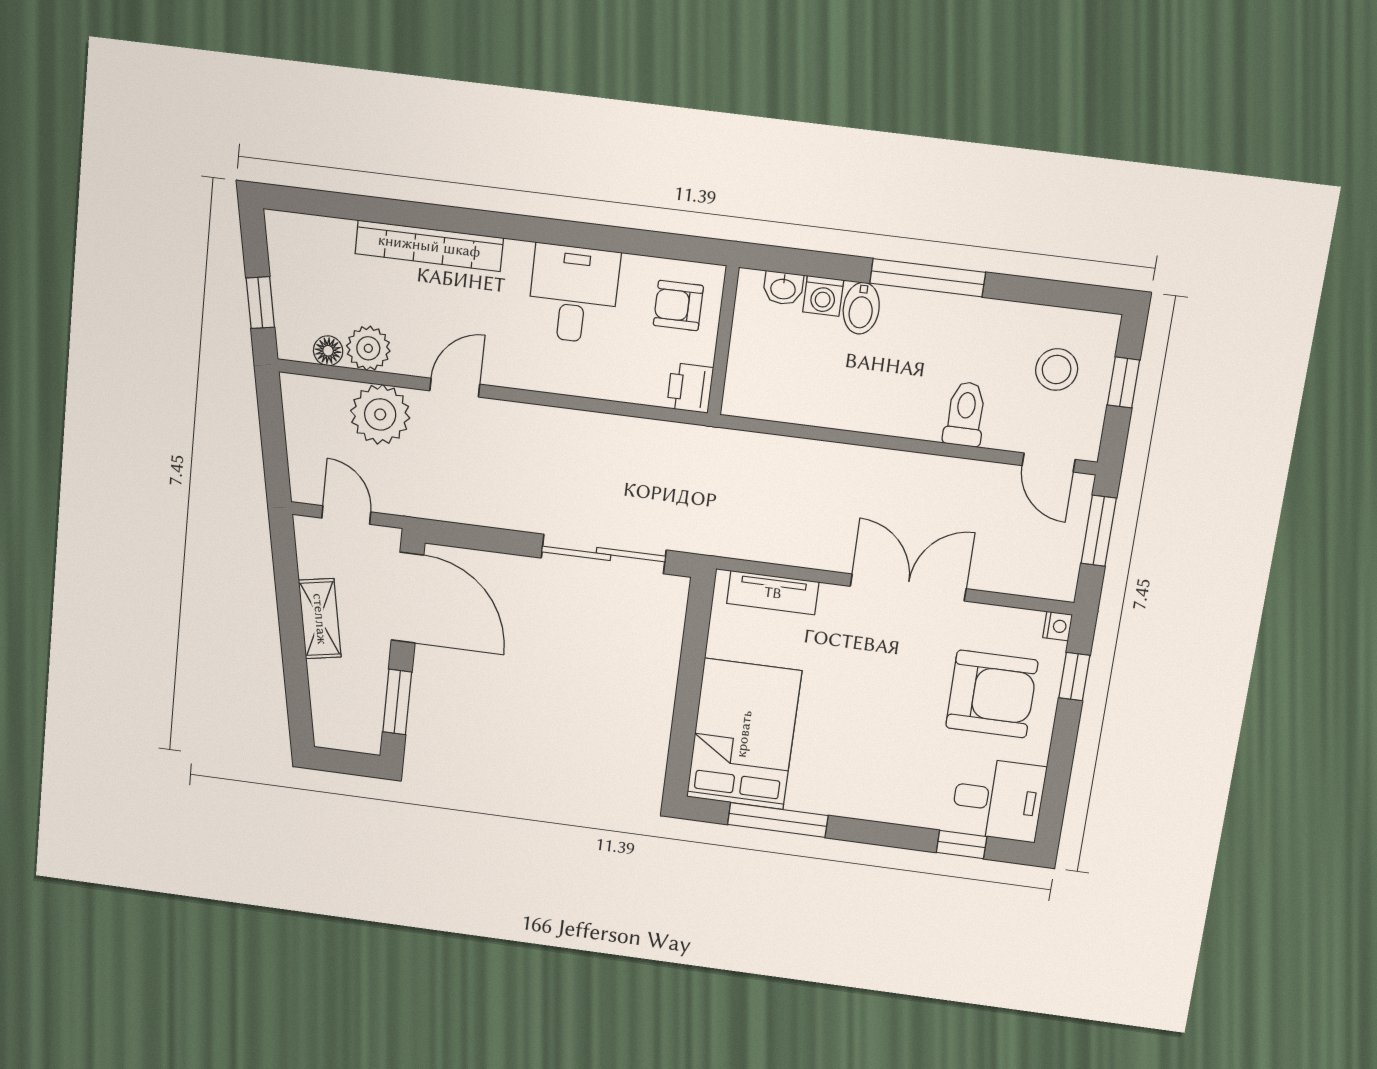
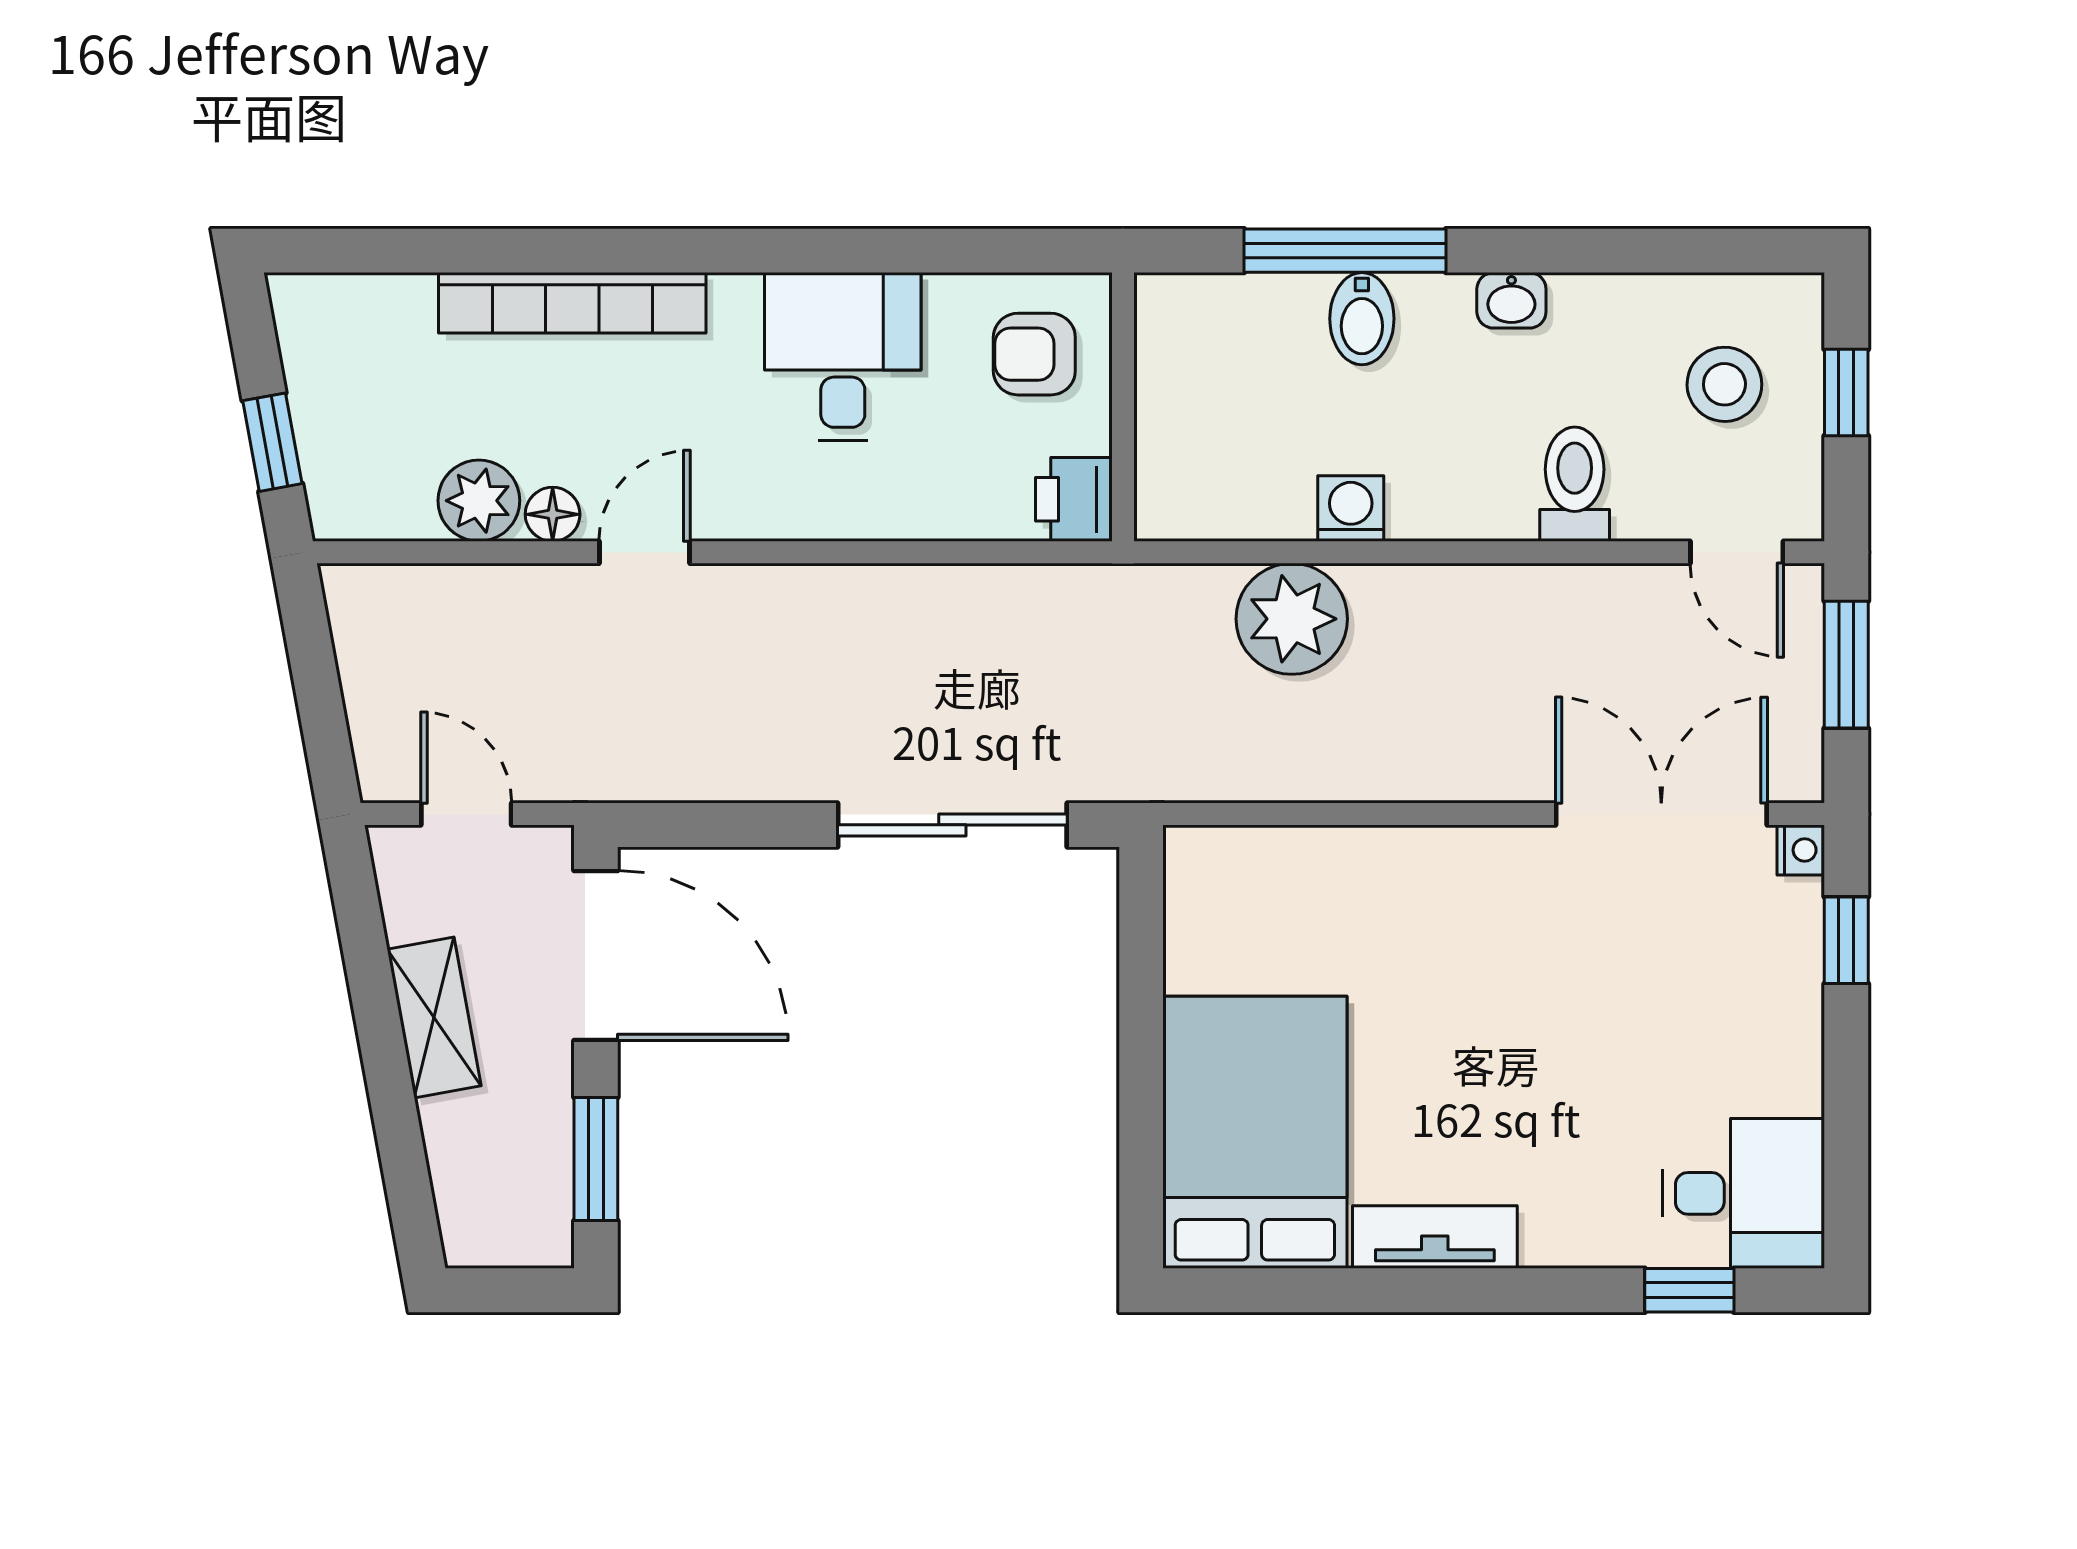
window: (928, 278) -> (1345, 251), moved
washbasin: (783, 288) -> (1511, 300), moved
washing machine: (823, 296) -> (1351, 509), moved, turned 180
floor lamp: (328, 351) -> (553, 514), moved
plant: (380, 414) -> (1292, 619), moved
double door: (908, 587) -> (1661, 814), moved
tv unit: (773, 593) -> (1435, 1237), moved, turned 180
armchair: (992, 694) -> (1701, 994), removed
window: (778, 820) -> (1340, 1290), removed

